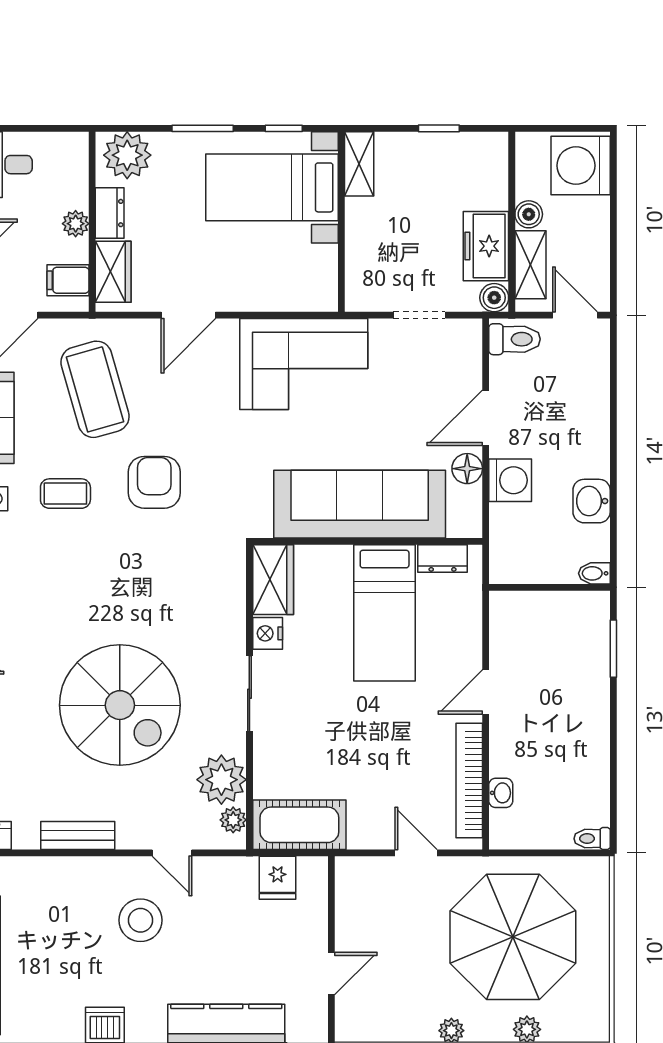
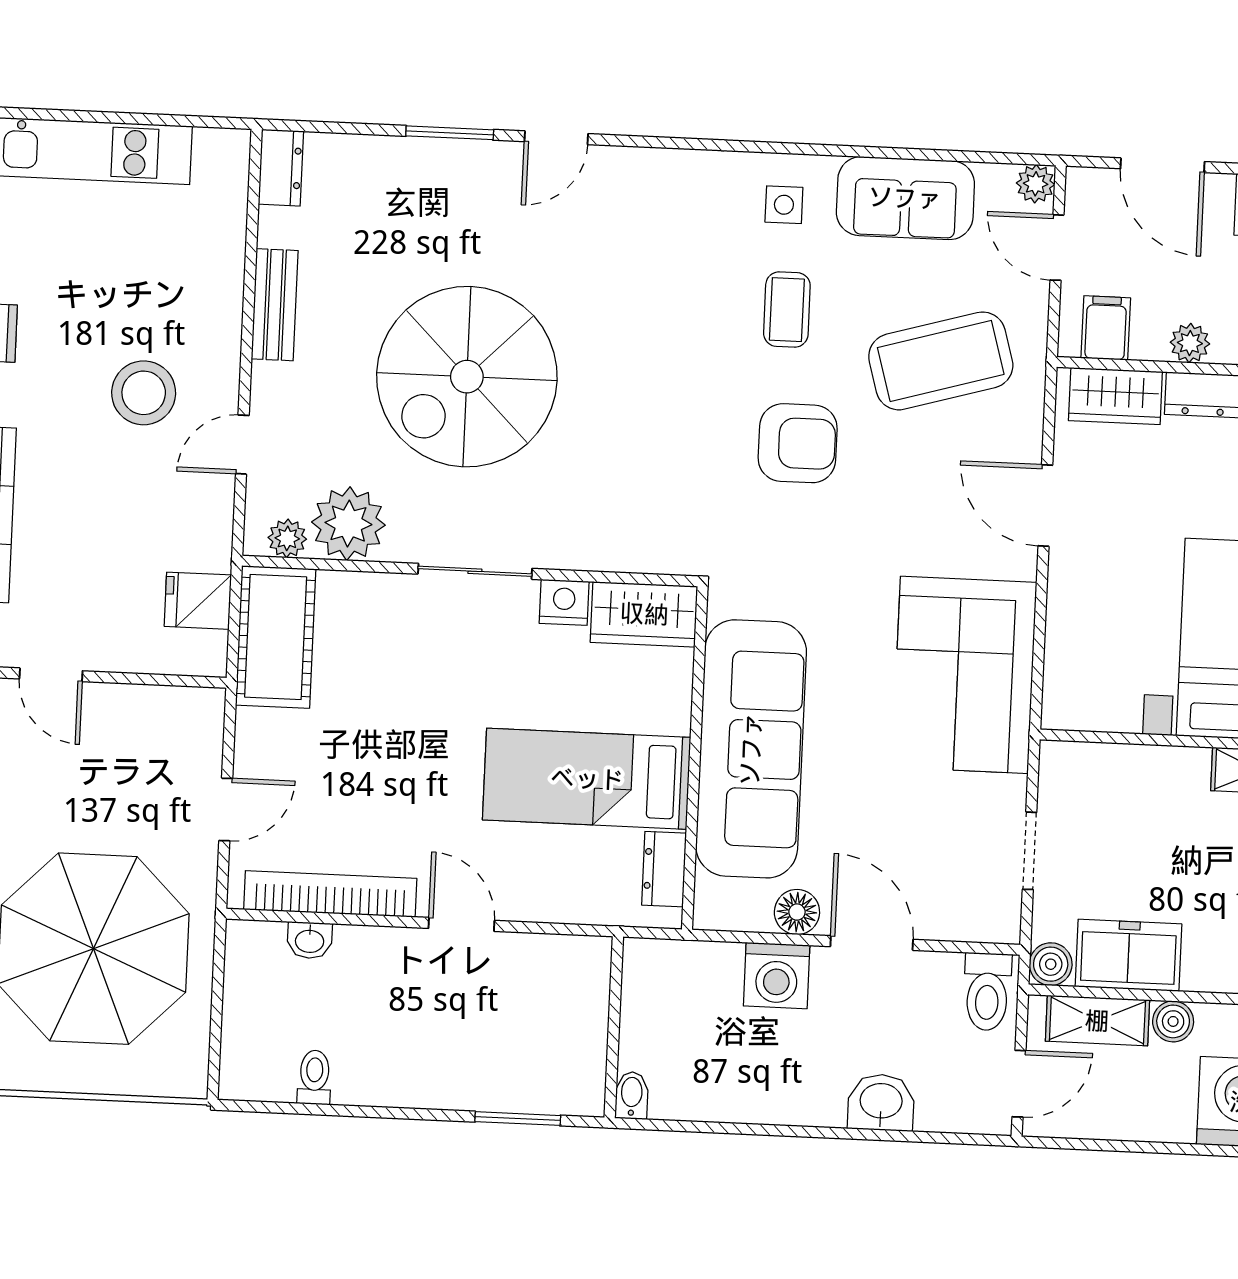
washbasin: (592, 501) -> (881, 1102), moved
toilet: (592, 839) -> (314, 1077), moved

